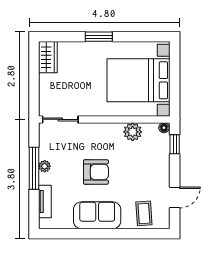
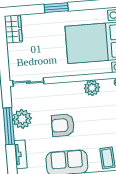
plant: (45, 166) -> (22, 119), width x1.88, depth x1.88
armchair: (96, 172) -> (63, 125), turned 180

